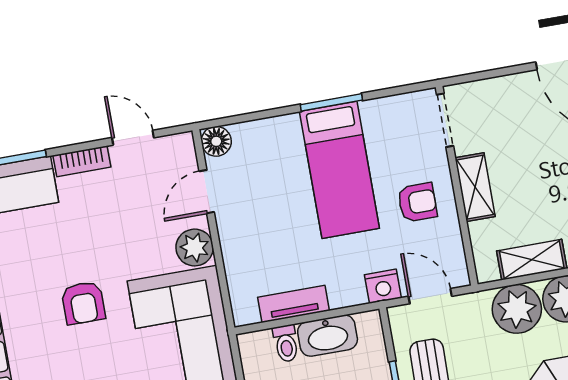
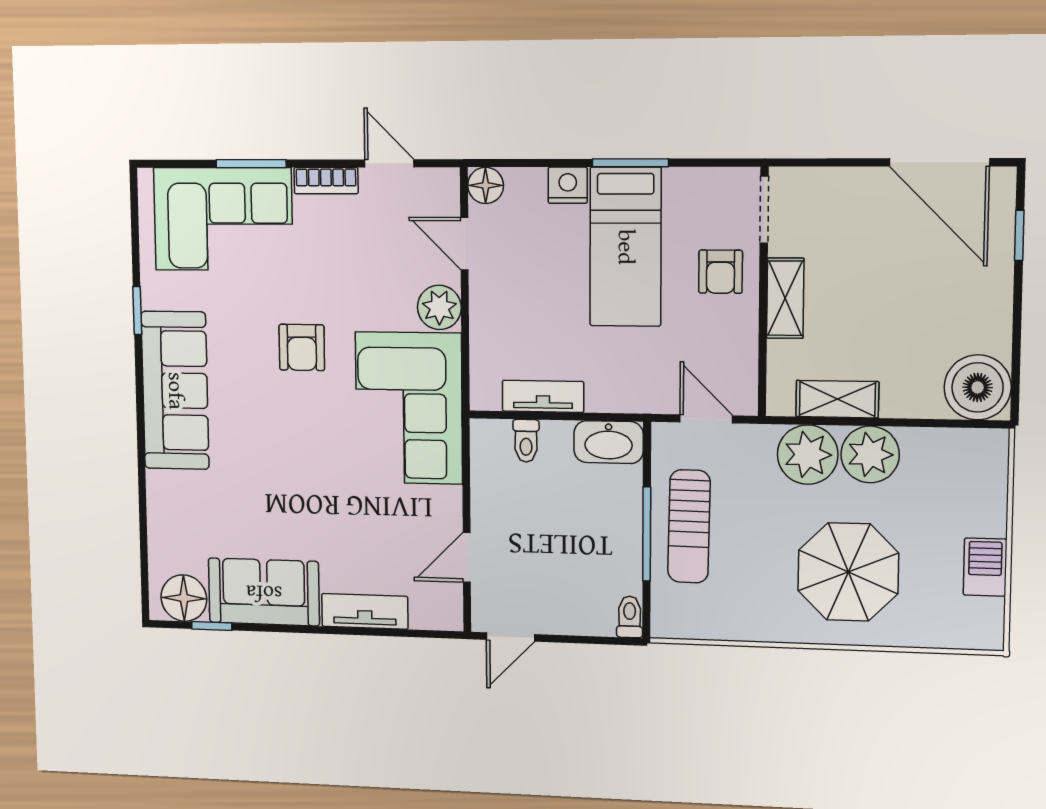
door: (207, 192) -> (464, 244), hinge flipped
armchair: (417, 202) -> (721, 272), moved, turned 90
nightstand: (383, 286) -> (568, 185), moved, turned 180
washbasin: (328, 336) -> (609, 442), moved

